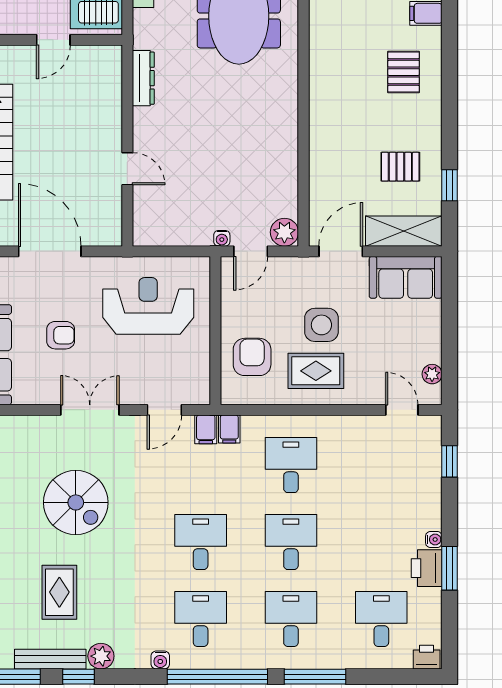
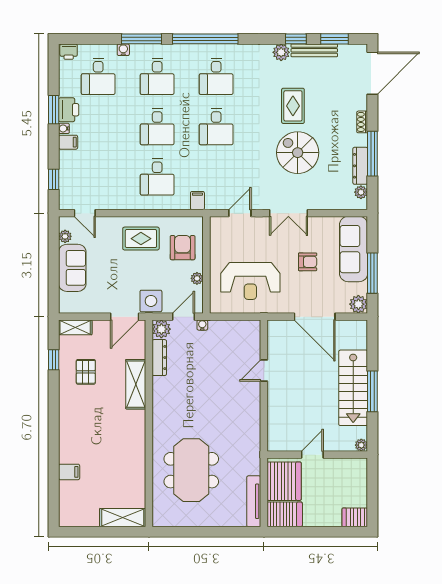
pallet: (404, 72) -> (84, 434), removed
dresser: (143, 78) -> (159, 358), moved, turned 180
shelving: (324, 148) -> (136, 384), added
pallet: (400, 167) -> (86, 372), turned 90
door: (127, 169) -> (264, 370), hinge flipped
shelving: (404, 231) -> (75, 327), width x0.67, depth x0.75
sofa: (406, 277) -> (72, 268), moved, turned 90
plant: (230, 310) -> (197, 278), added
side table: (321, 325) -> (151, 301), moved
armchair: (61, 335) -> (308, 262), turned 180
armchair: (252, 357) -> (183, 248), turned 180
filing cabinet: (206, 429) -> (68, 142), moved, turned 90
rug: (59, 592) -> (293, 106), moved
water cooler: (160, 660) -> (123, 50), moved

